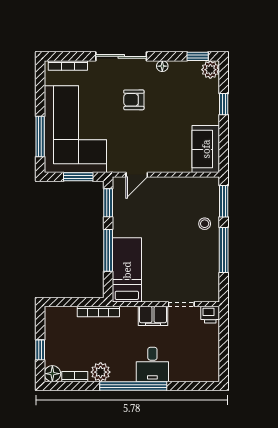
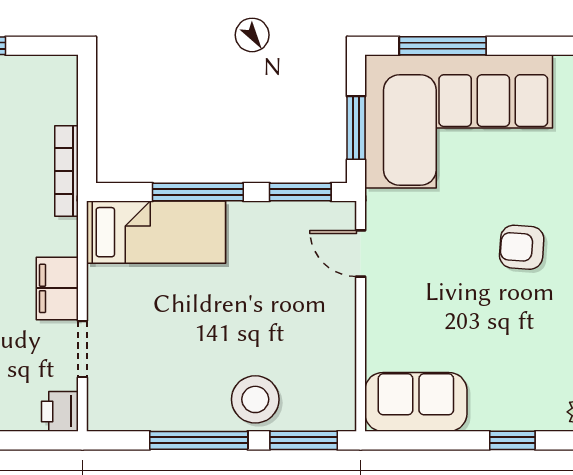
armchair: (134, 100) -> (522, 247), turned -86
stool: (205, 224) -> (255, 399), width x1.89, depth x1.89

